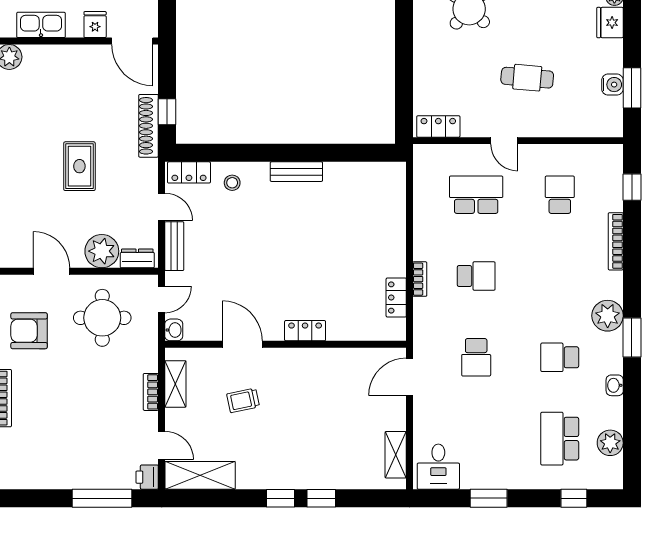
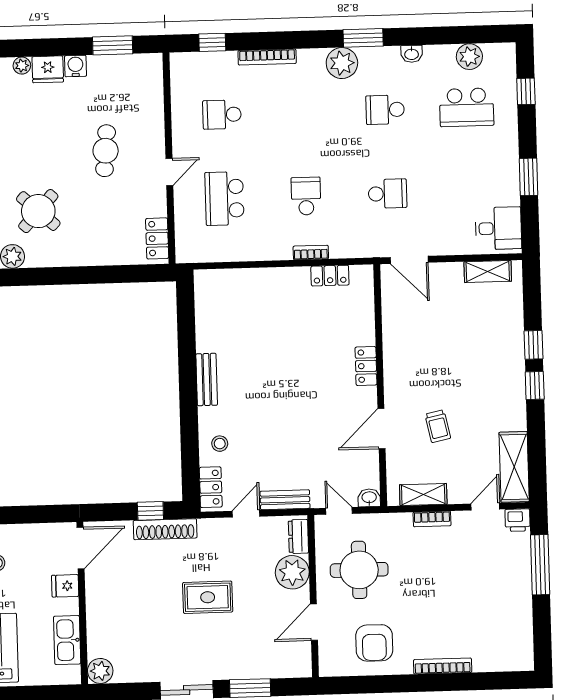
water cooler: (612, 85) -> (75, 66), moved
school desk: (560, 357) -> (385, 110), turned 90

